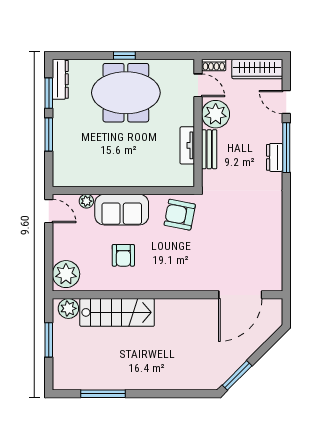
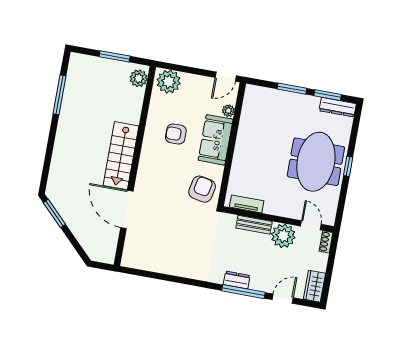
wardrobe: (257, 69) -> (314, 286), width x0.67
door: (198, 85) -> (311, 225), swing flipped
tv unit: (187, 145) -> (247, 204), moved
door: (240, 295) -> (127, 209), moved
stairs: (117, 312) -> (121, 156), moved

